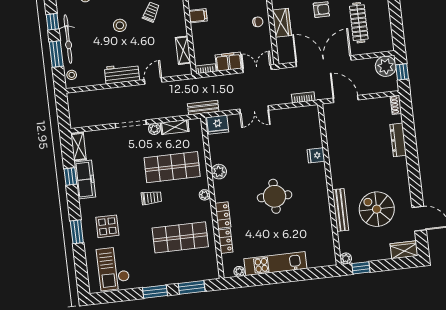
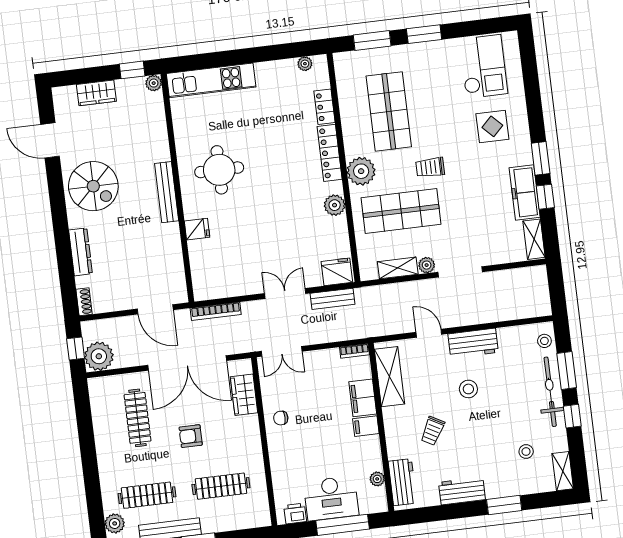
wardrobe: (282, 23) -> (244, 395), moved
stool: (120, 25) -> (468, 389), moved
shelving: (183, 50) -> (389, 377), width x1.50, depth x1.33
filing cabinet: (229, 62) -> (363, 398), moved, turned 90
door: (153, 81) -> (429, 333), swing flipped
bookcase: (303, 97) -> (216, 311), width x1.56
bench: (203, 108) -> (333, 299), moved
plant: (205, 195) -> (361, 171), width x1.87, depth x1.87
round table: (275, 196) -> (219, 170), moved
spiral stairs: (377, 209) -> (93, 186), moved
bench: (340, 210) -> (167, 192), moved
locker: (223, 215) -> (330, 153), width x1.53
window: (77, 232) -> (541, 158), moved
shop shelf: (180, 237) -> (389, 111), turned 90
wardrobe: (404, 250) -> (96, 93), moved
kitchen unit: (275, 264) -> (211, 80), moved

